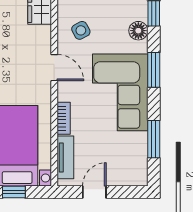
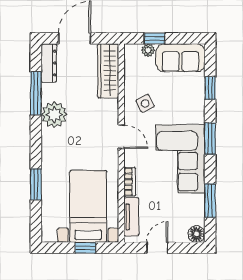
floor lamp: (138, 31) -> (196, 234), moved

